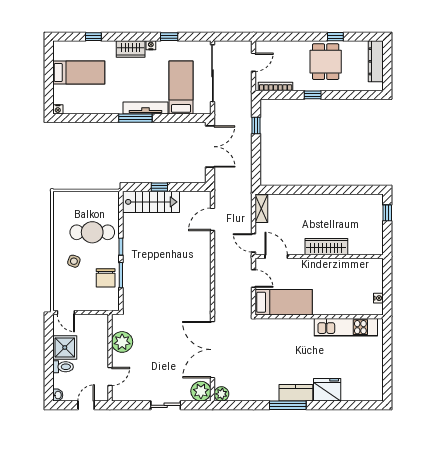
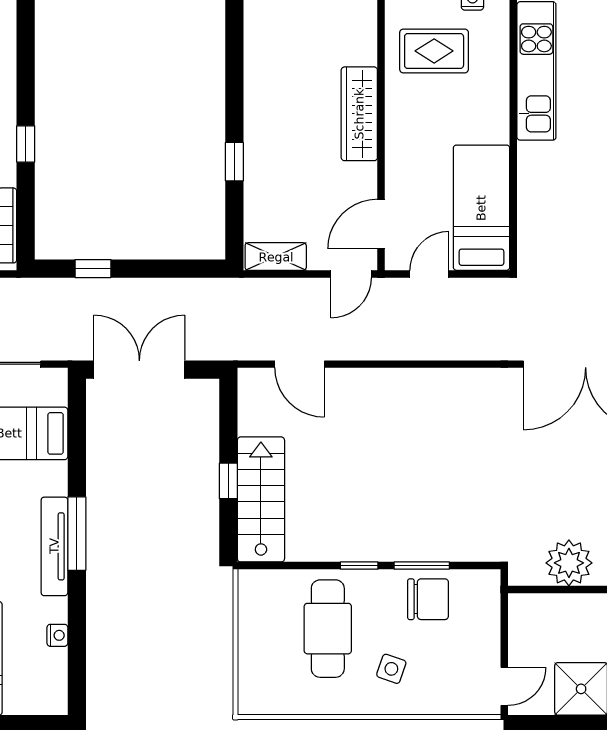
tv unit: (145, 108) -> (54, 546), moved
nightstand: (58, 109) -> (57, 635), moved
window: (305, 190) -> (234, 162), added
rug: (355, 281) -> (434, 51), added

